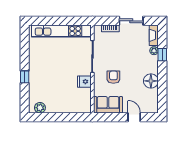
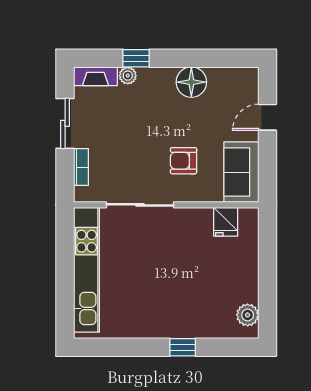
fridge: (84, 82) -> (226, 222), moved

